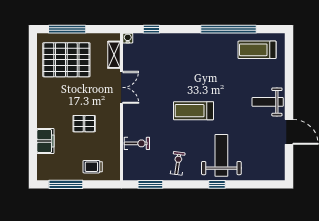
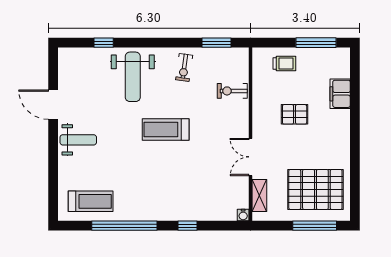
window: (151, 29) -> (188, 226), moved
treadmill: (193, 111) -> (166, 129), turned 180
window: (217, 184) -> (104, 43), moved

